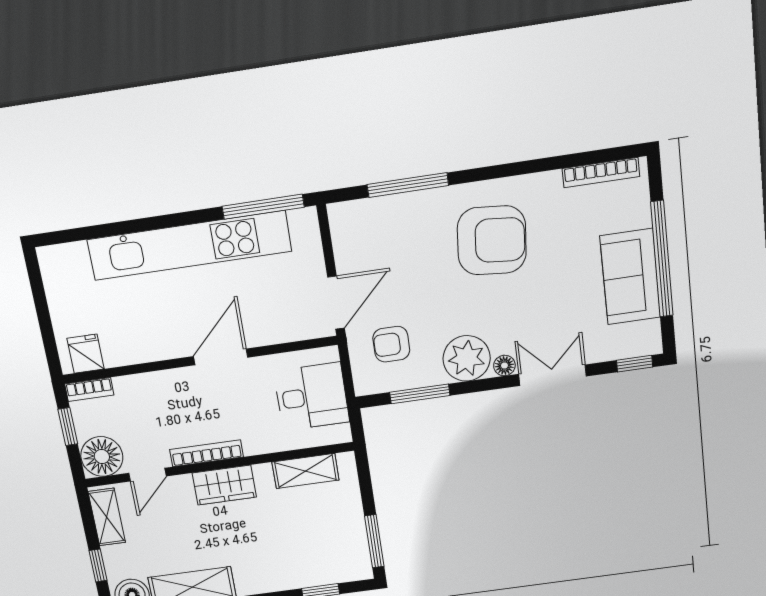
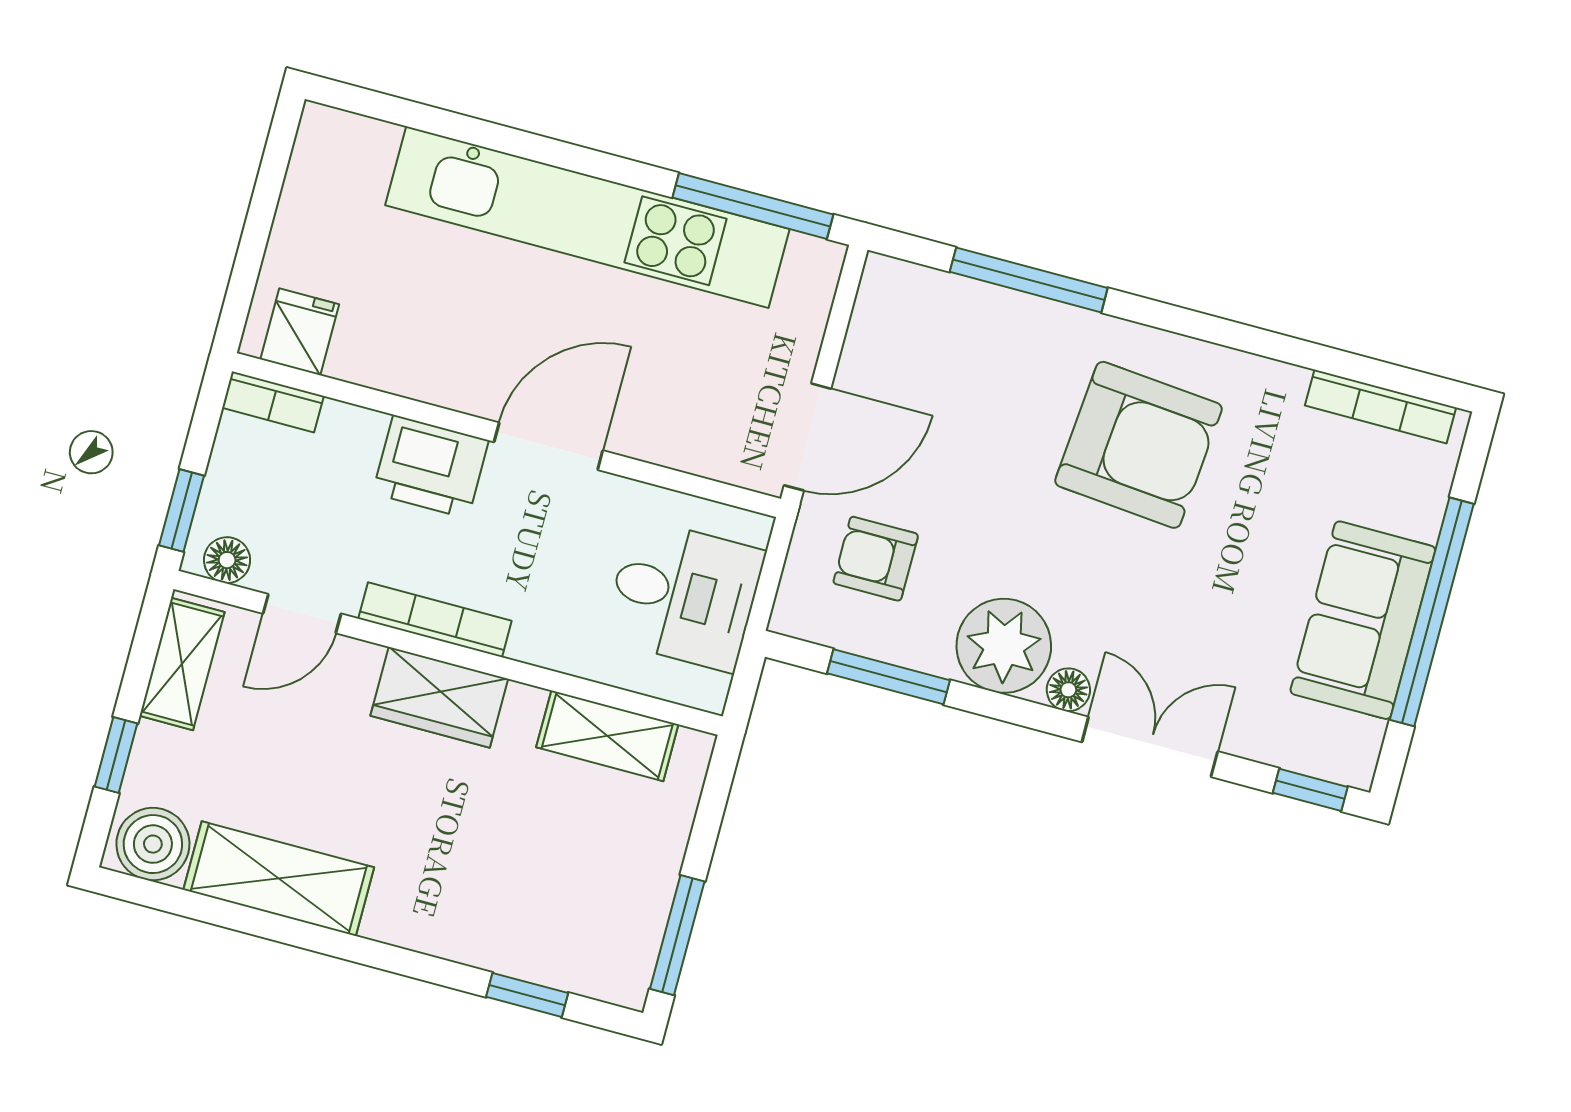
printer: (173, 388) -> (431, 467), added
window: (68, 427) -> (182, 511), moved
floor lamp: (102, 456) -> (227, 560), width x0.53, depth x0.53

